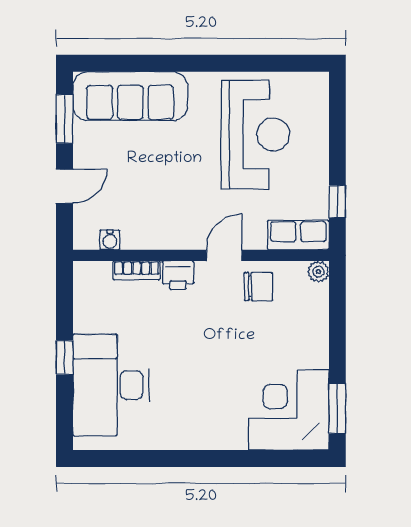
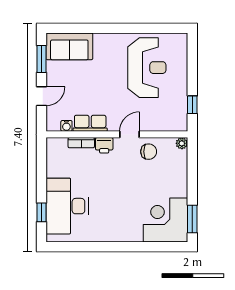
sofa: (130, 96) -> (69, 46), width x0.73
row of seats: (298, 235) -> (90, 123), moved
window: (65, 357) -> (41, 212), moved

